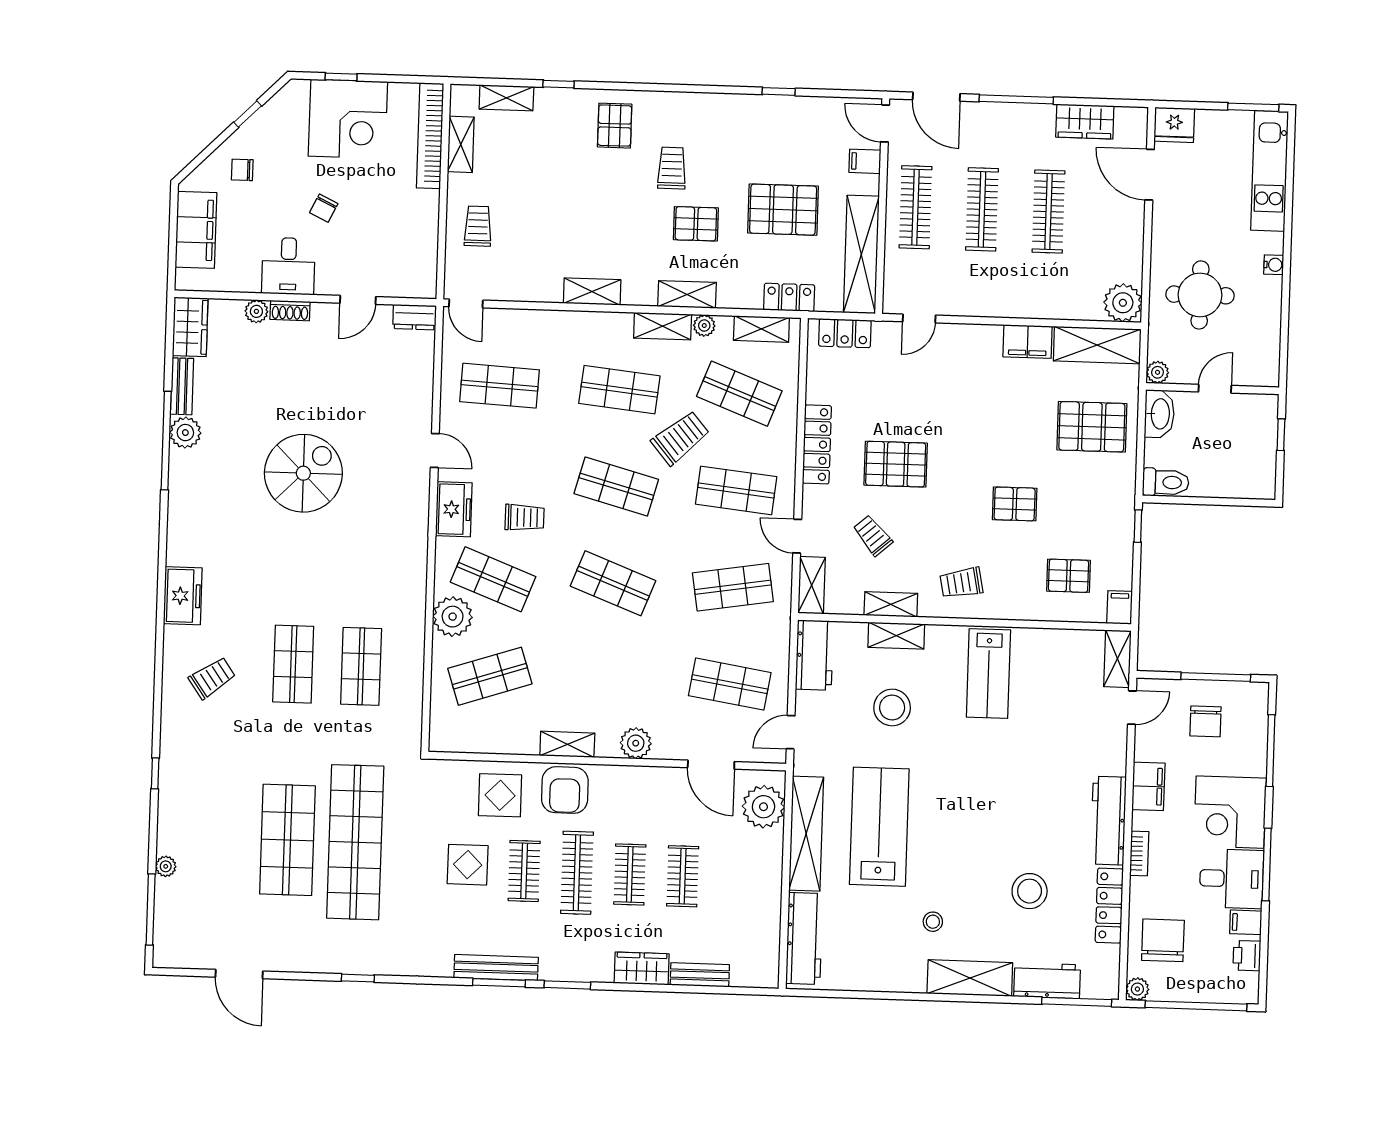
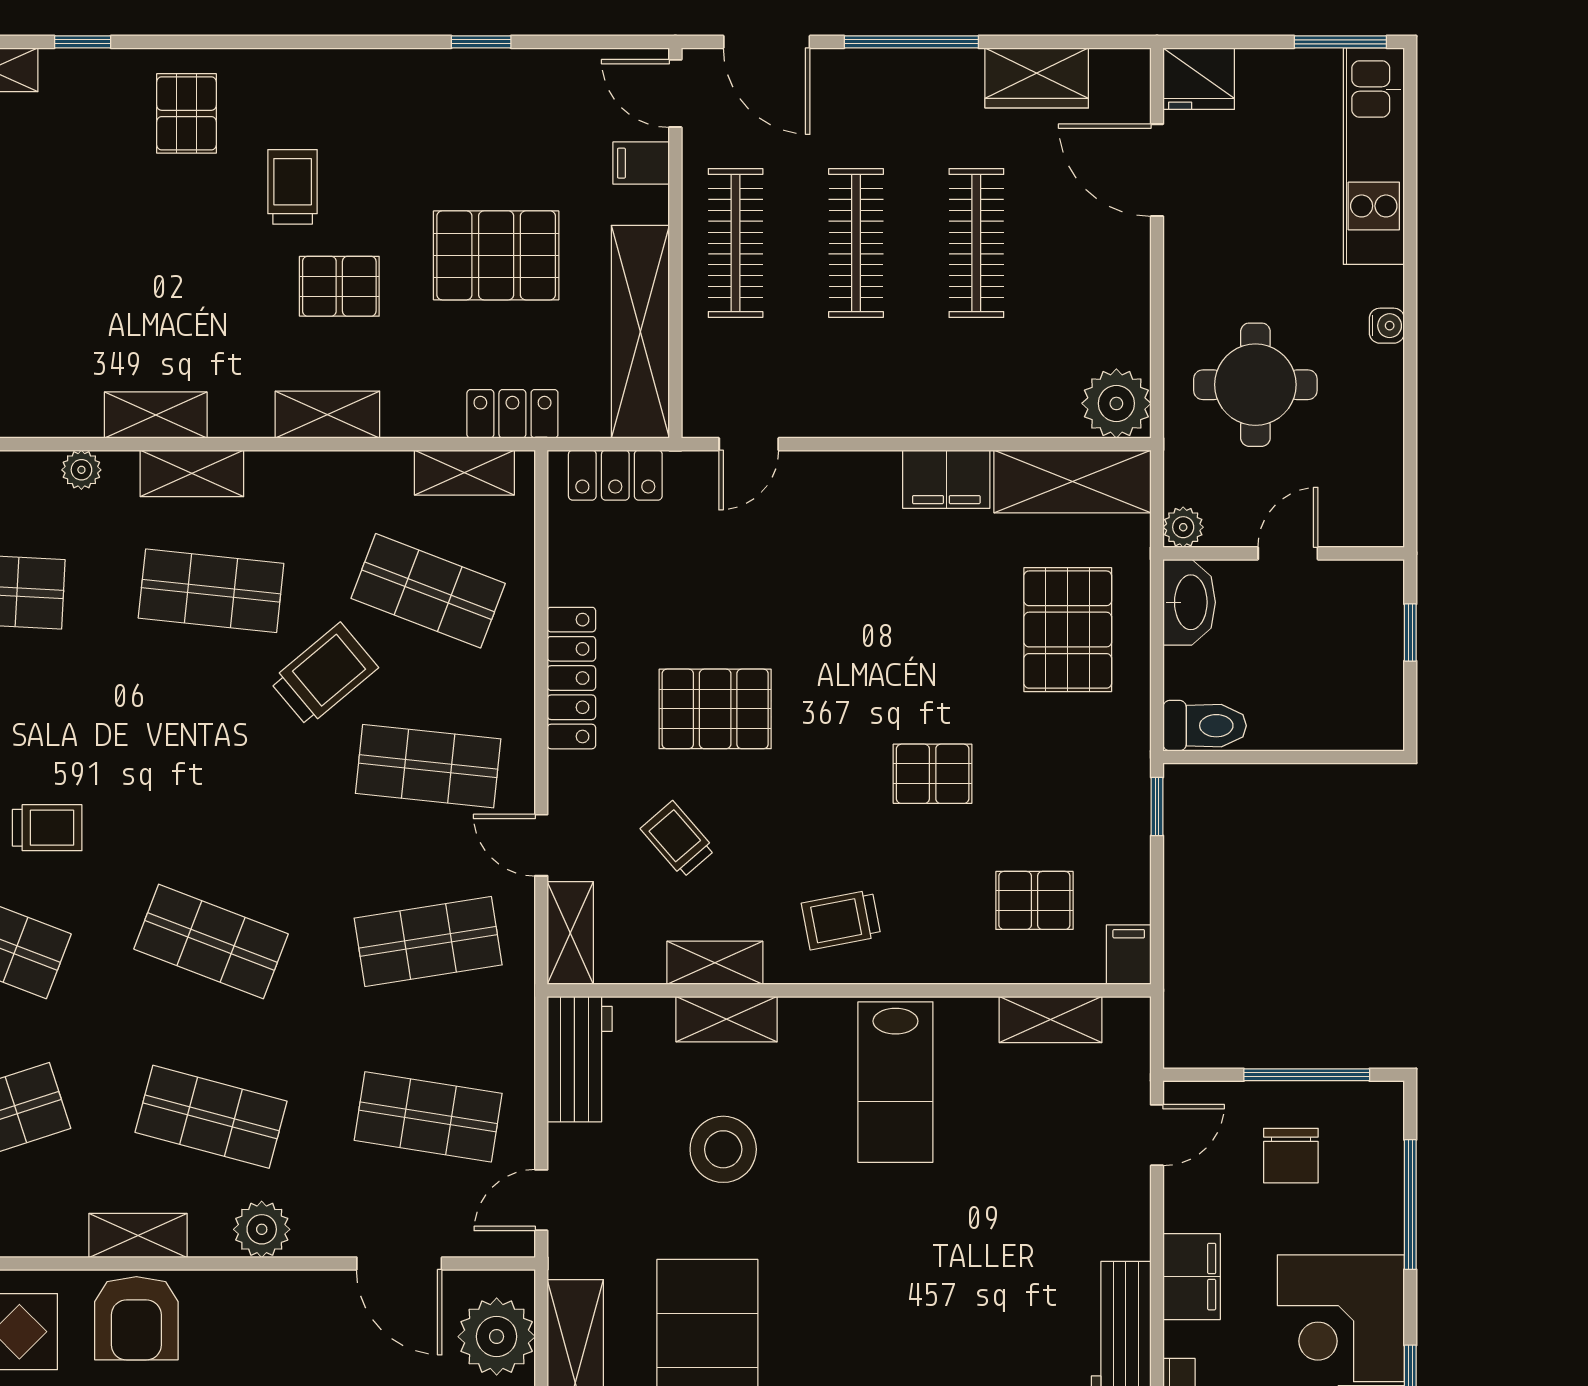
shelving: (663, 326) -> (192, 473), moved
plant: (704, 326) -> (81, 470), moved
pallet: (1092, 427) -> (1068, 630), turned 90
shop shelf: (616, 486) -> (211, 1117), moved
shelving: (1117, 659) -> (1051, 1019), moved, turned 90

